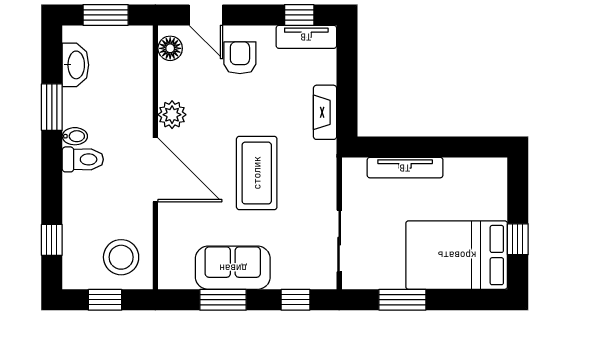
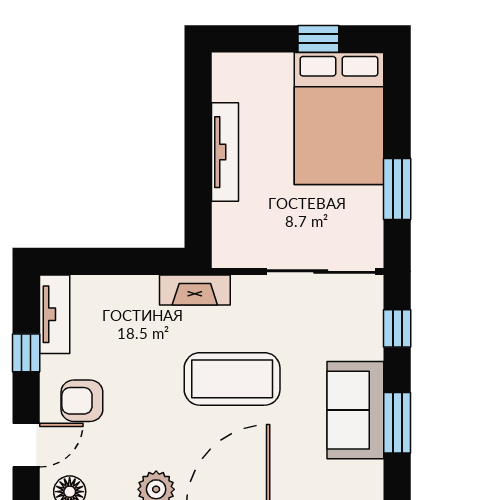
window: (299, 15) -> (26, 353), moved
fireplace: (325, 112) -> (195, 290), moved
tv unit: (405, 168) -> (225, 152), moved
sliding door: (339, 241) -> (321, 272), width x1.37

